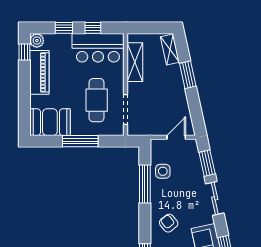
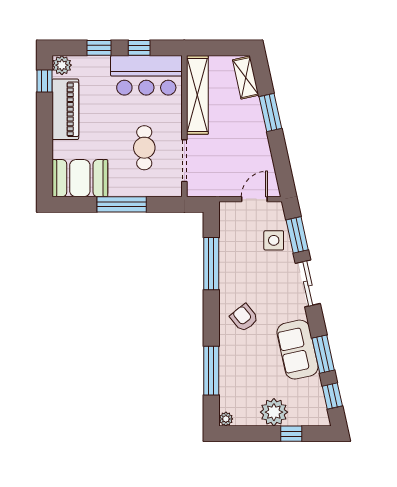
shelving: (135, 62) -> (197, 95), width x1.47
cafe table: (97, 100) -> (144, 148), width x0.73, depth x0.74
side table: (163, 171) -> (274, 240), moved

